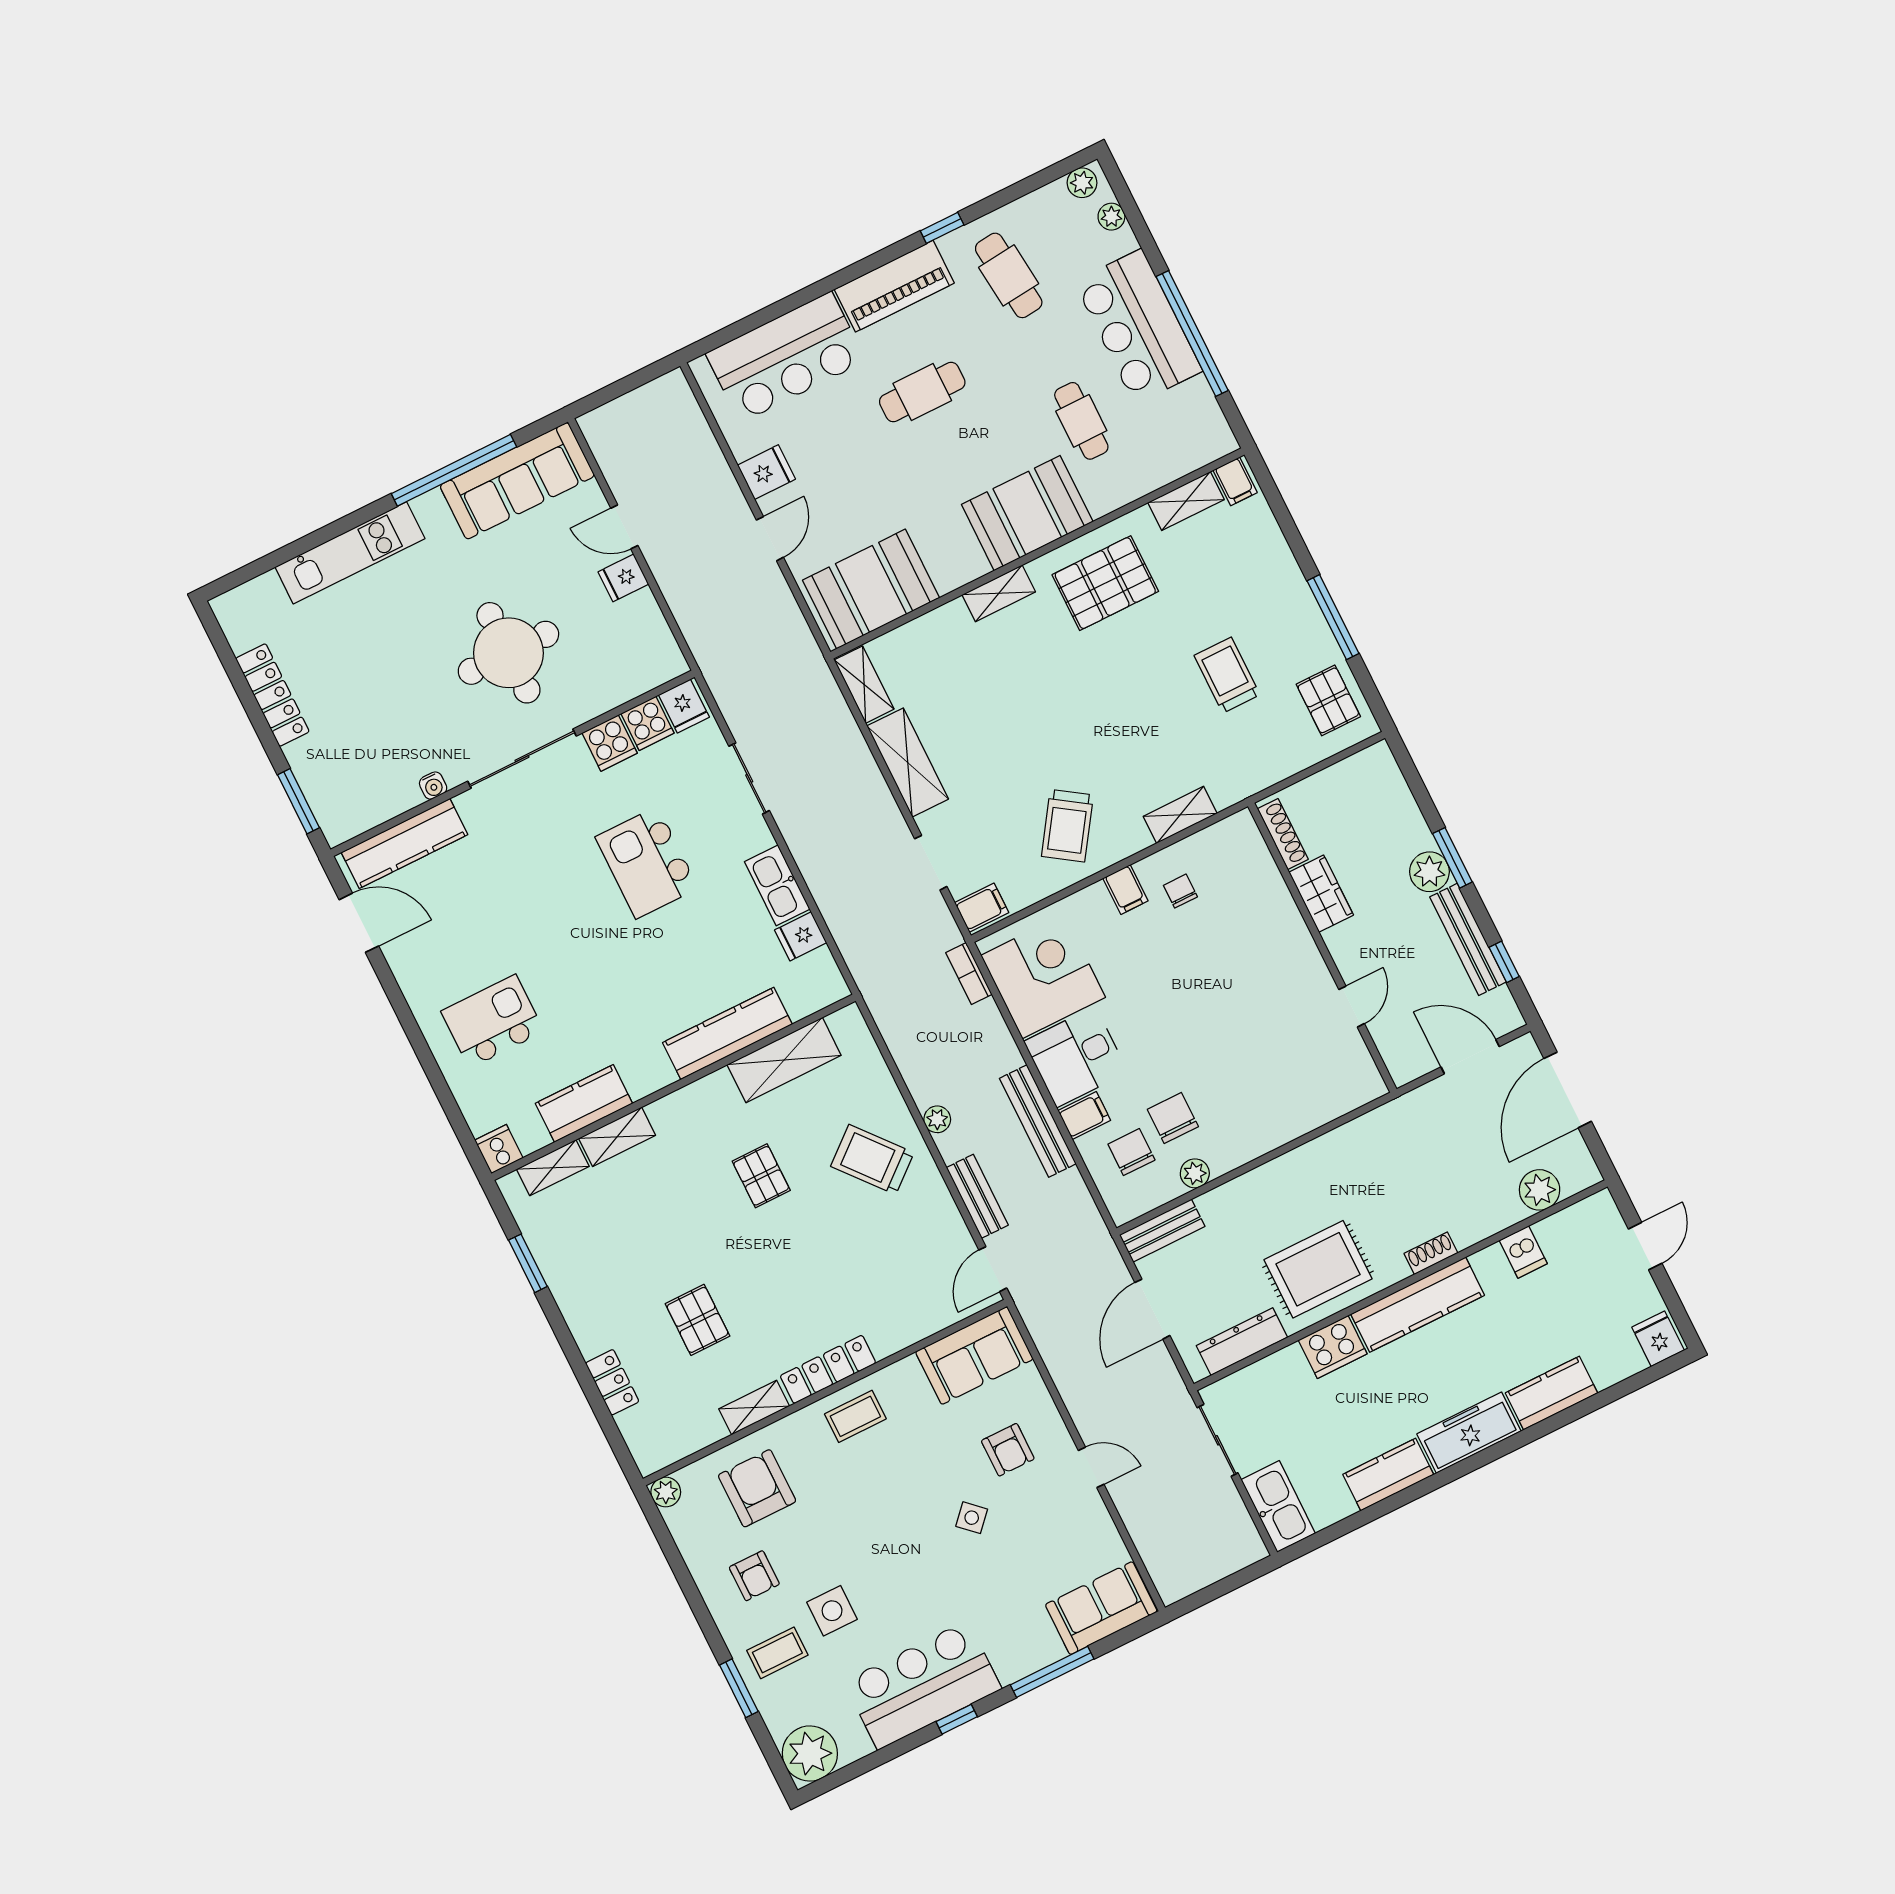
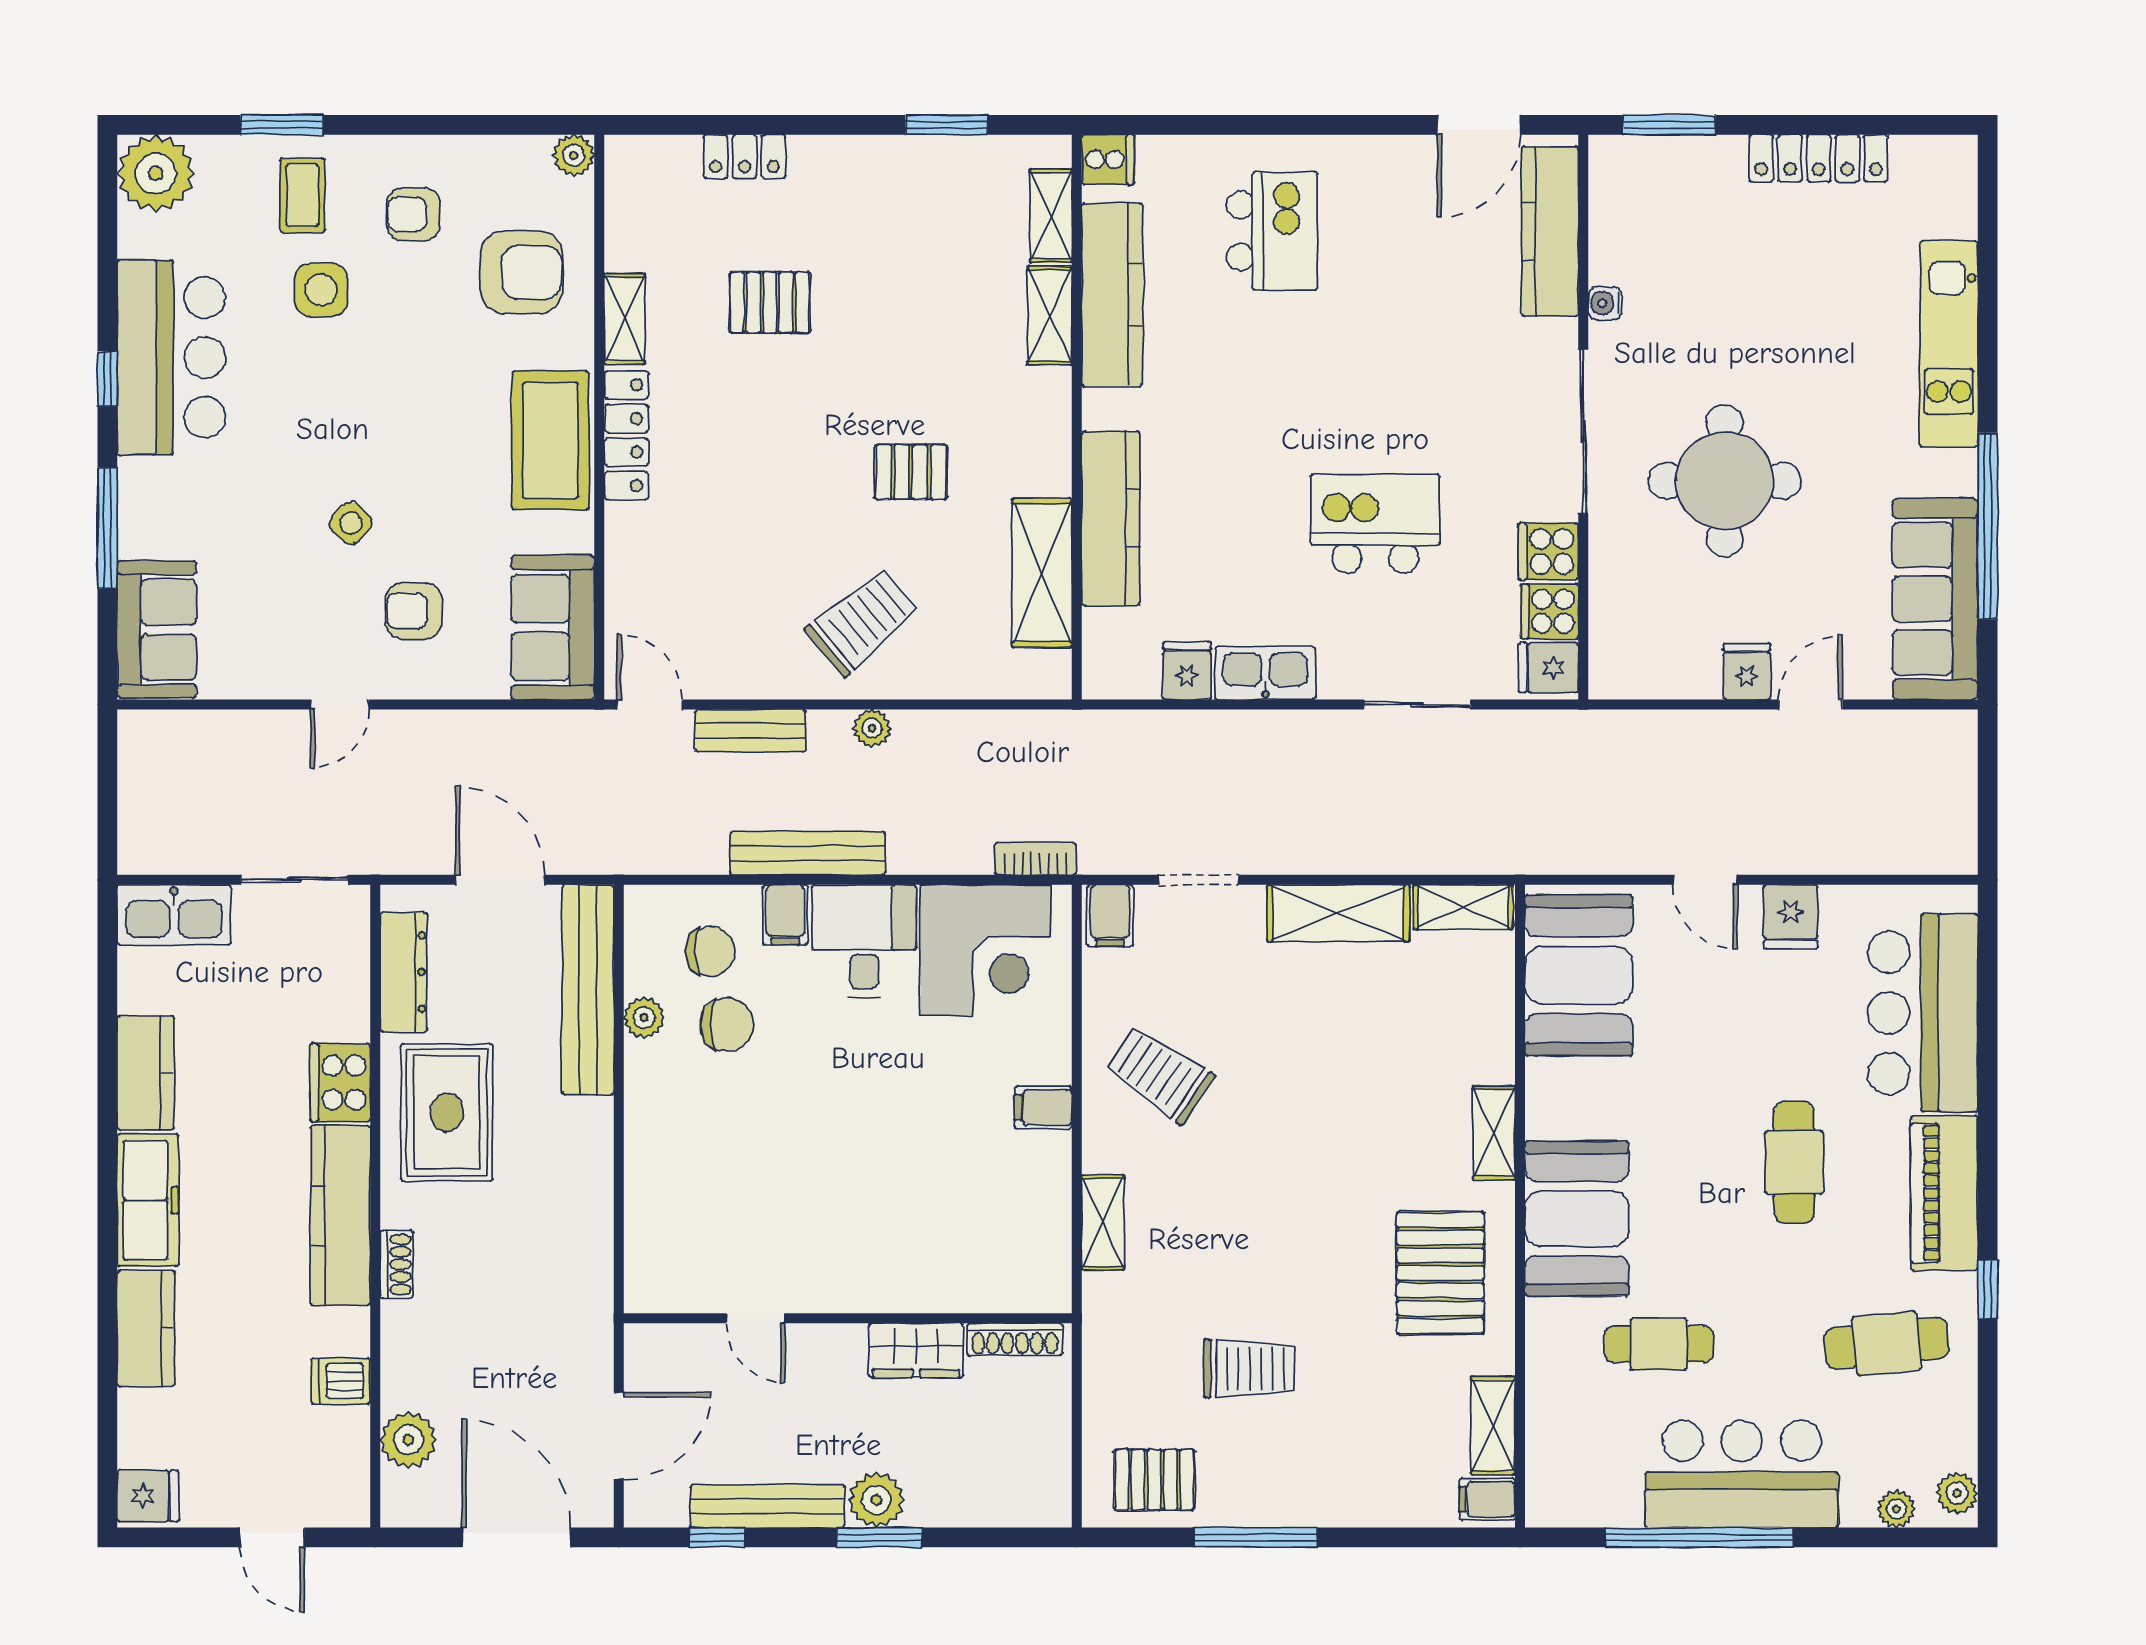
chair: (1180, 891) -> (1007, 1175), removed
kitchen counter: (584, 1103) -> (1112, 295), width x1.50
bench: (1162, 1231) -> (588, 990), width x1.86, depth x1.21
coffee table: (855, 1416) -> (550, 440), width x1.86, depth x1.72

